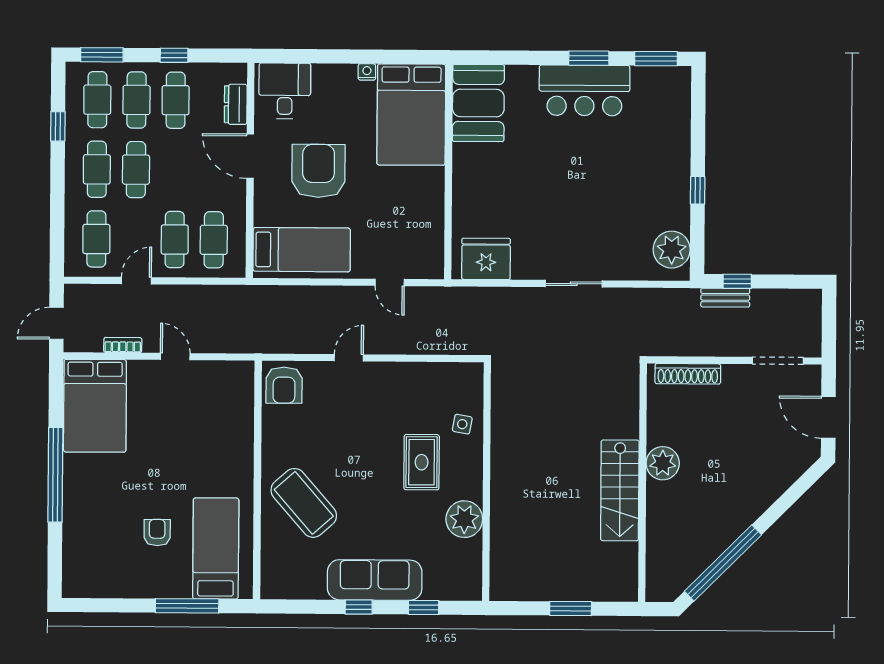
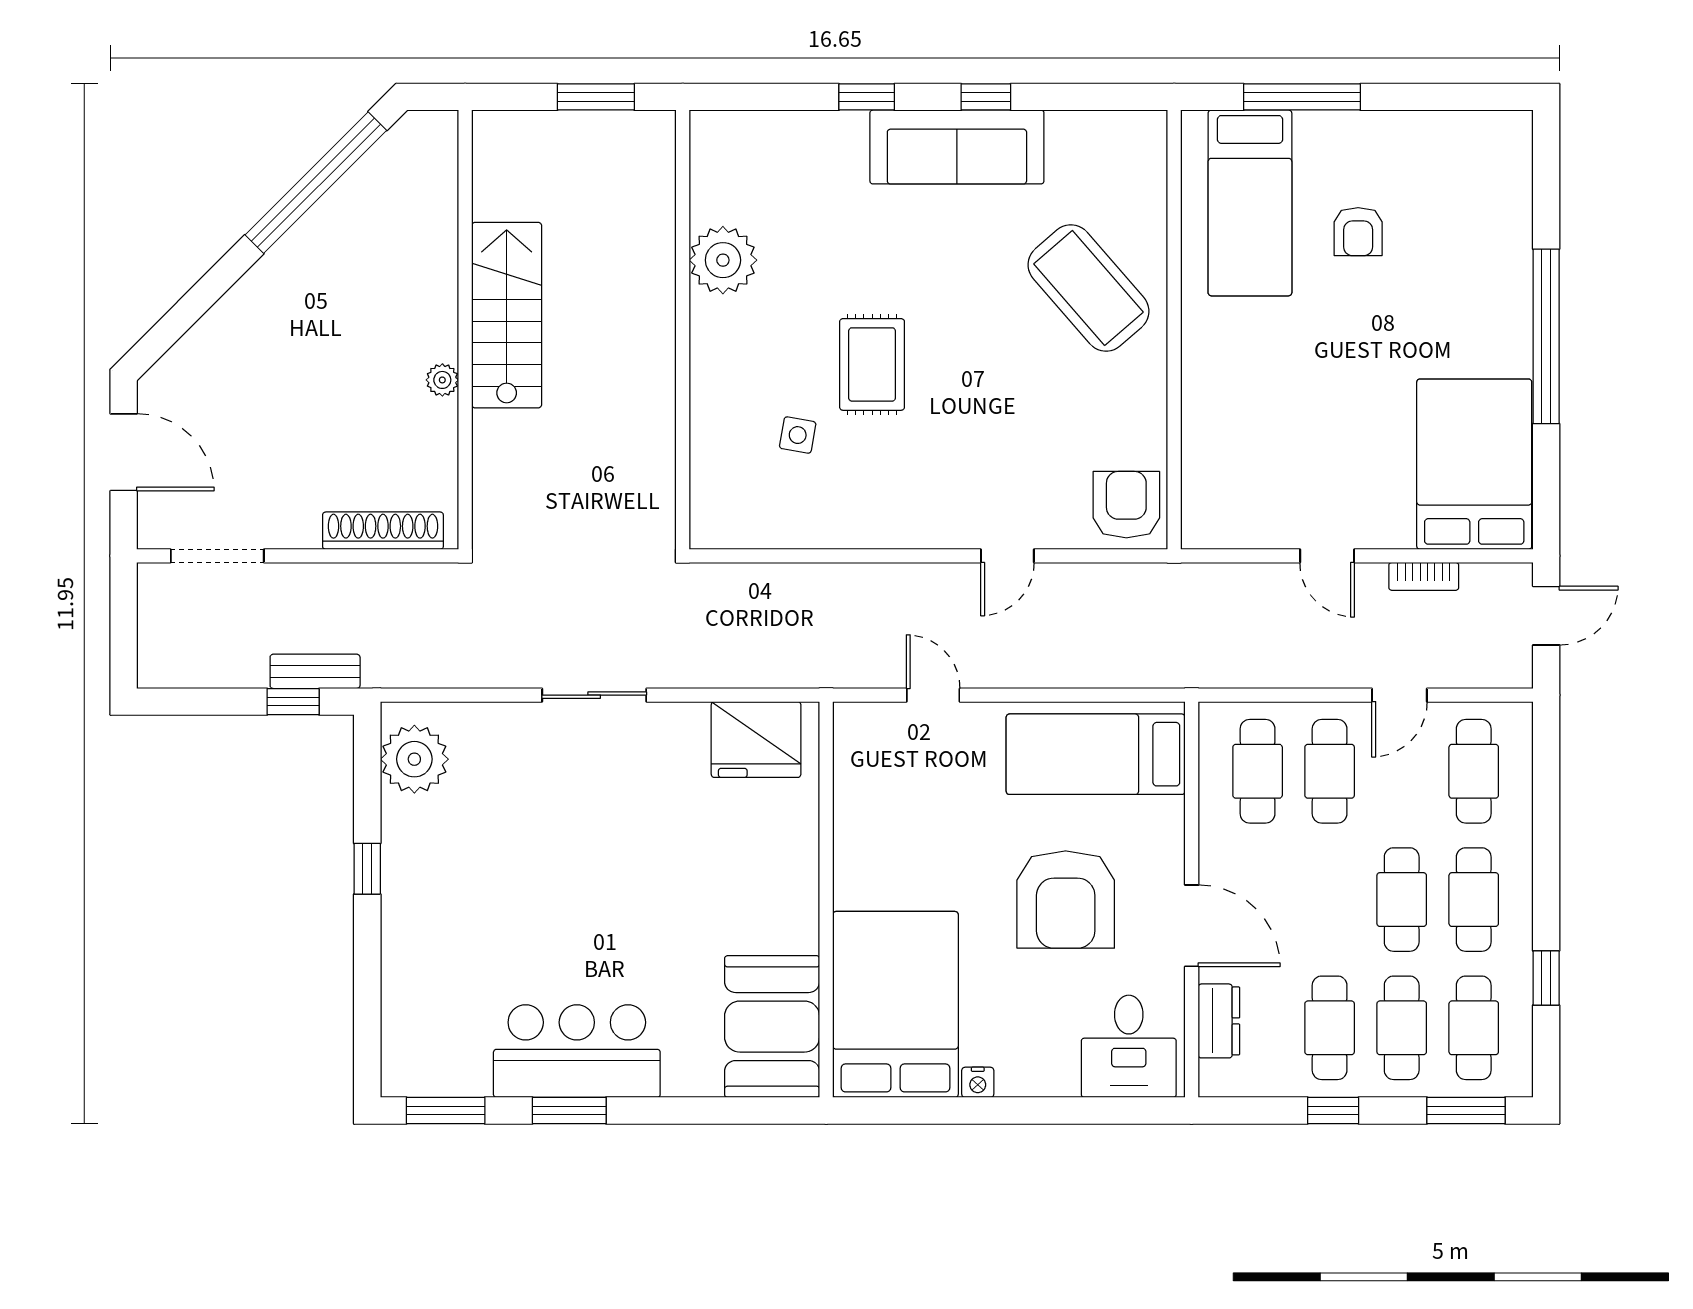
plant: (663, 463) -> (442, 380), width x0.53, depth x0.53
wall: (486, 482) -> (683, 330), moved
plant: (464, 519) -> (723, 260), moved

